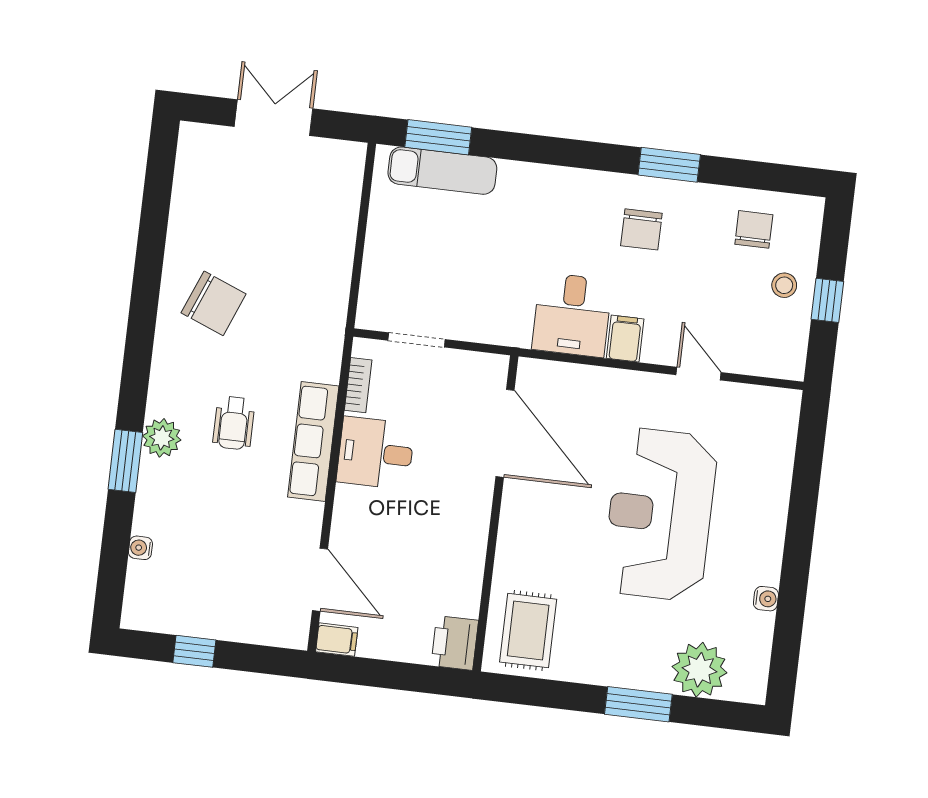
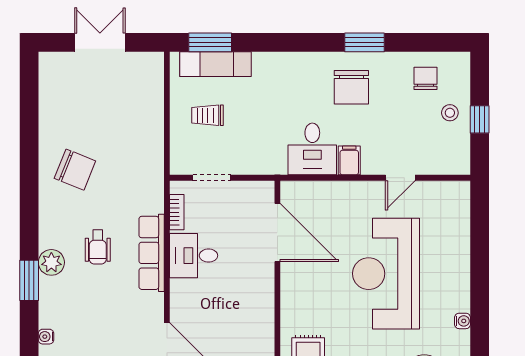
chair: (641, 229) -> (351, 87), width x1.37, depth x1.37
trolley: (421, 246) -> (207, 115), added
door: (699, 374) -> (400, 178), swing flipped

